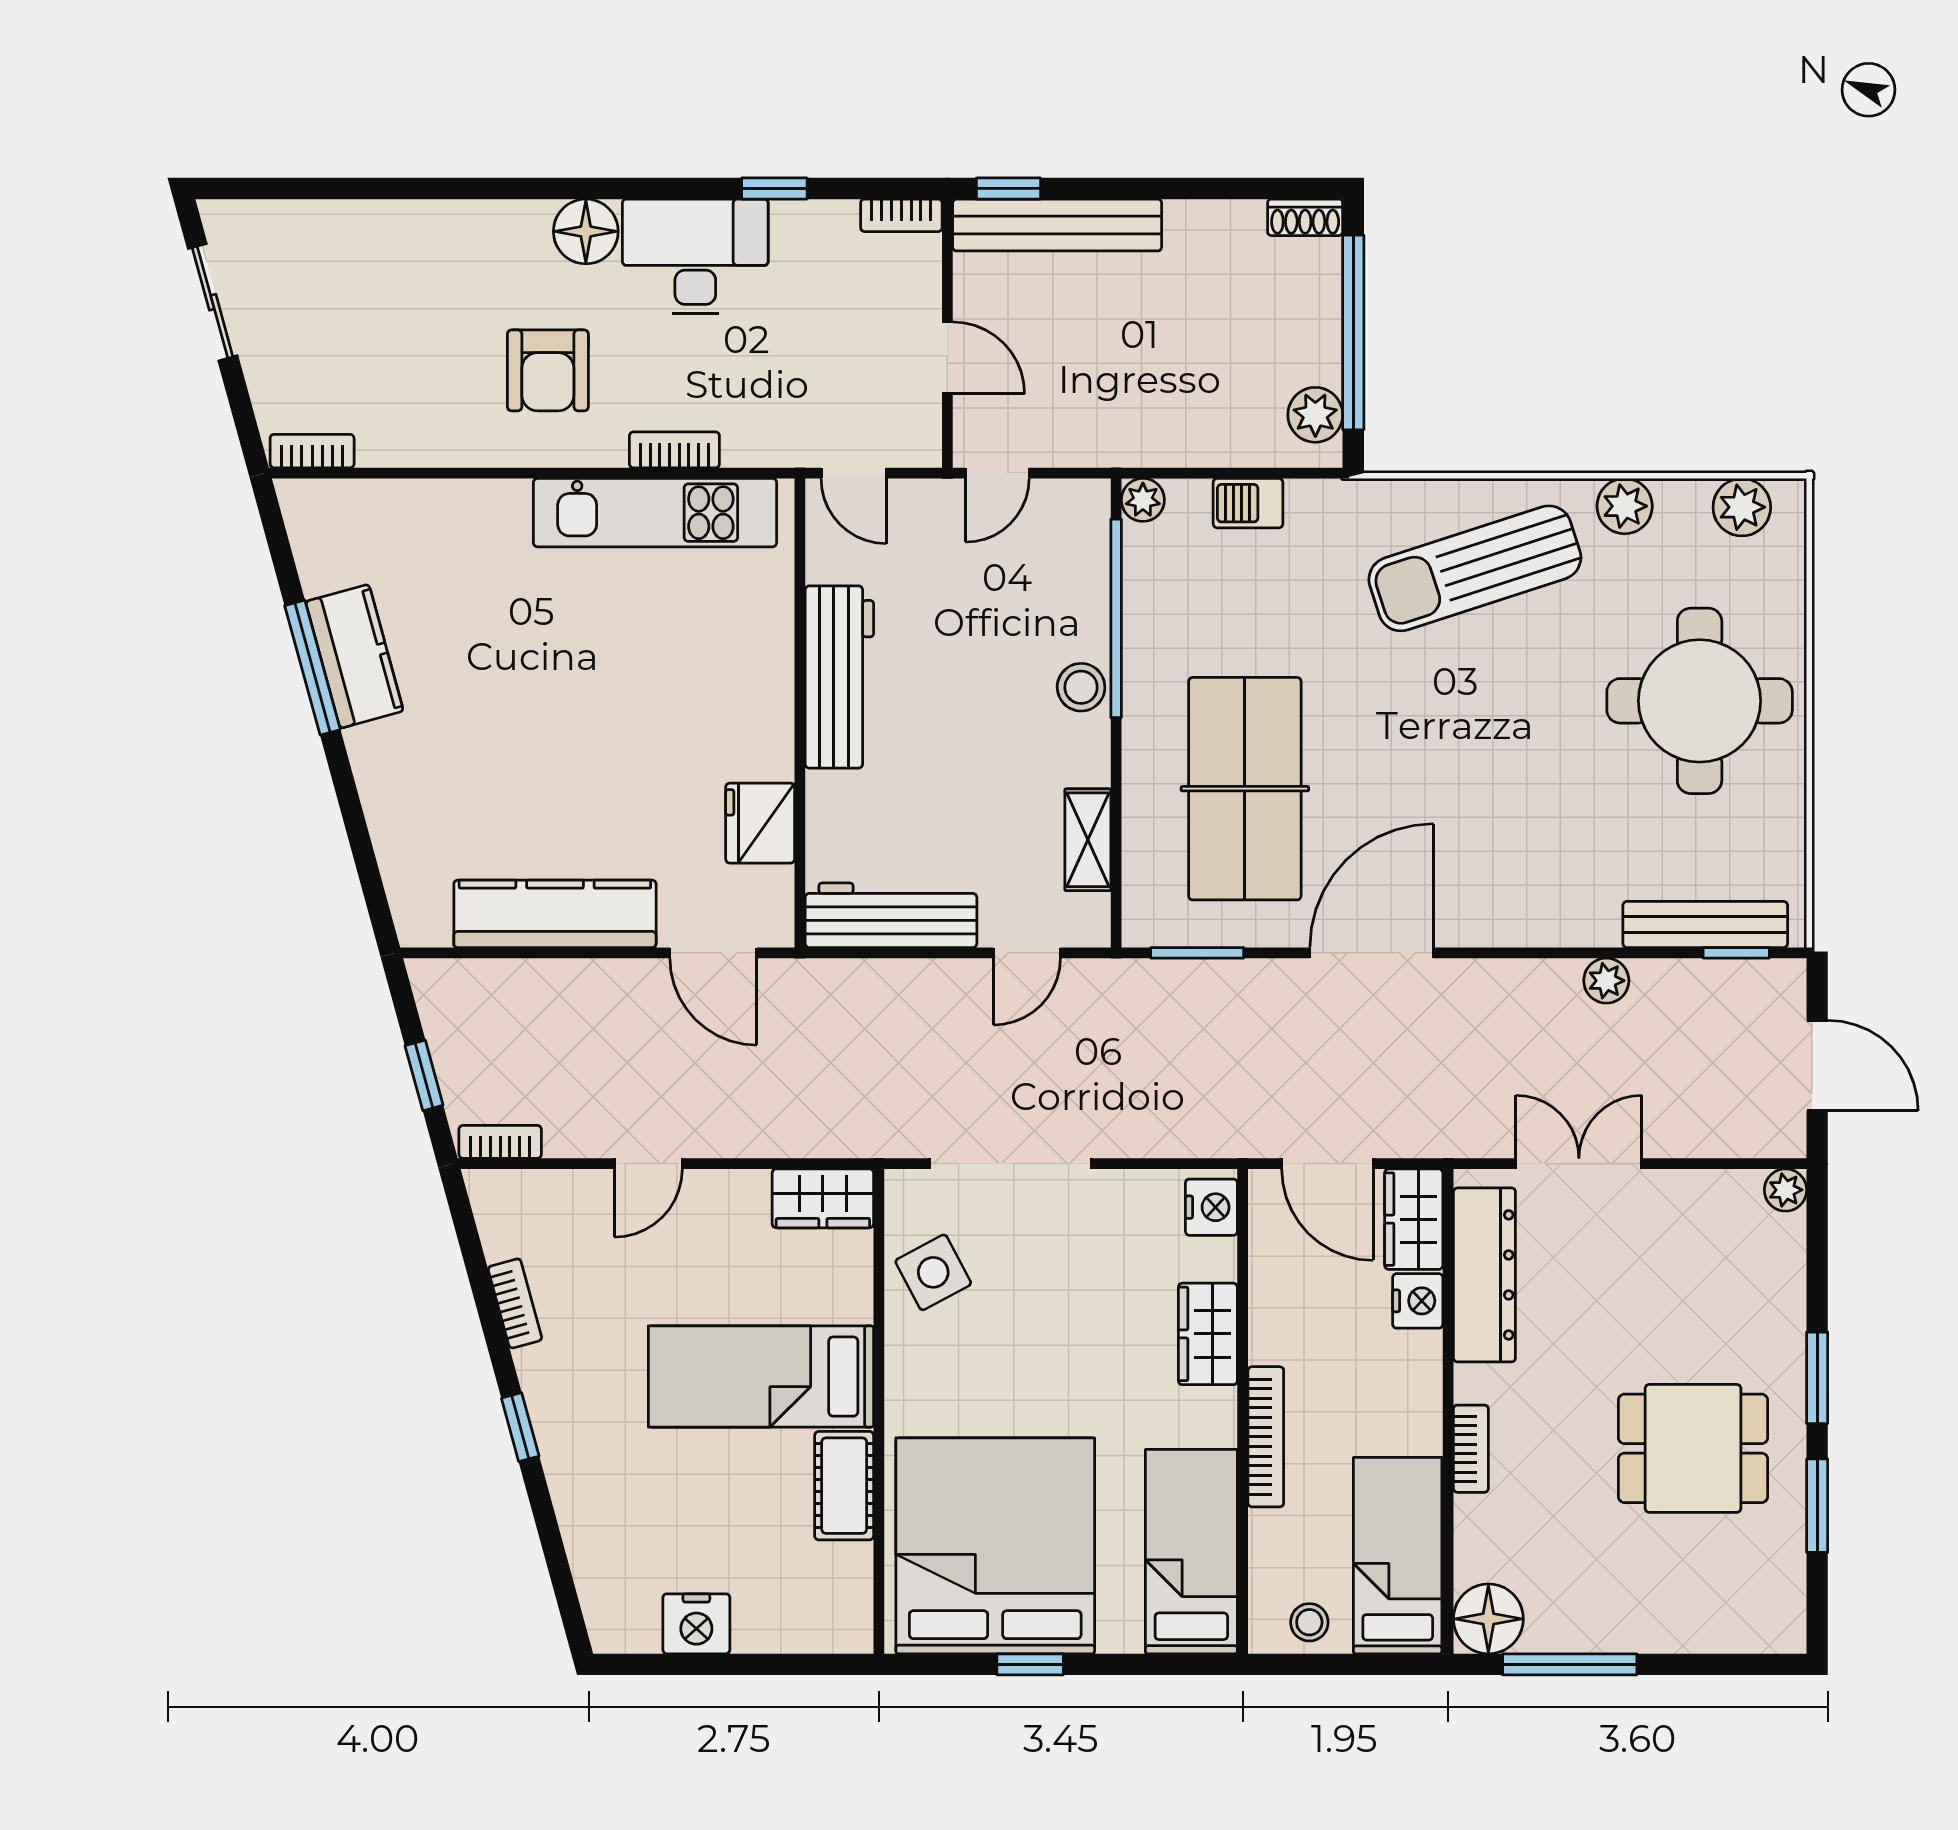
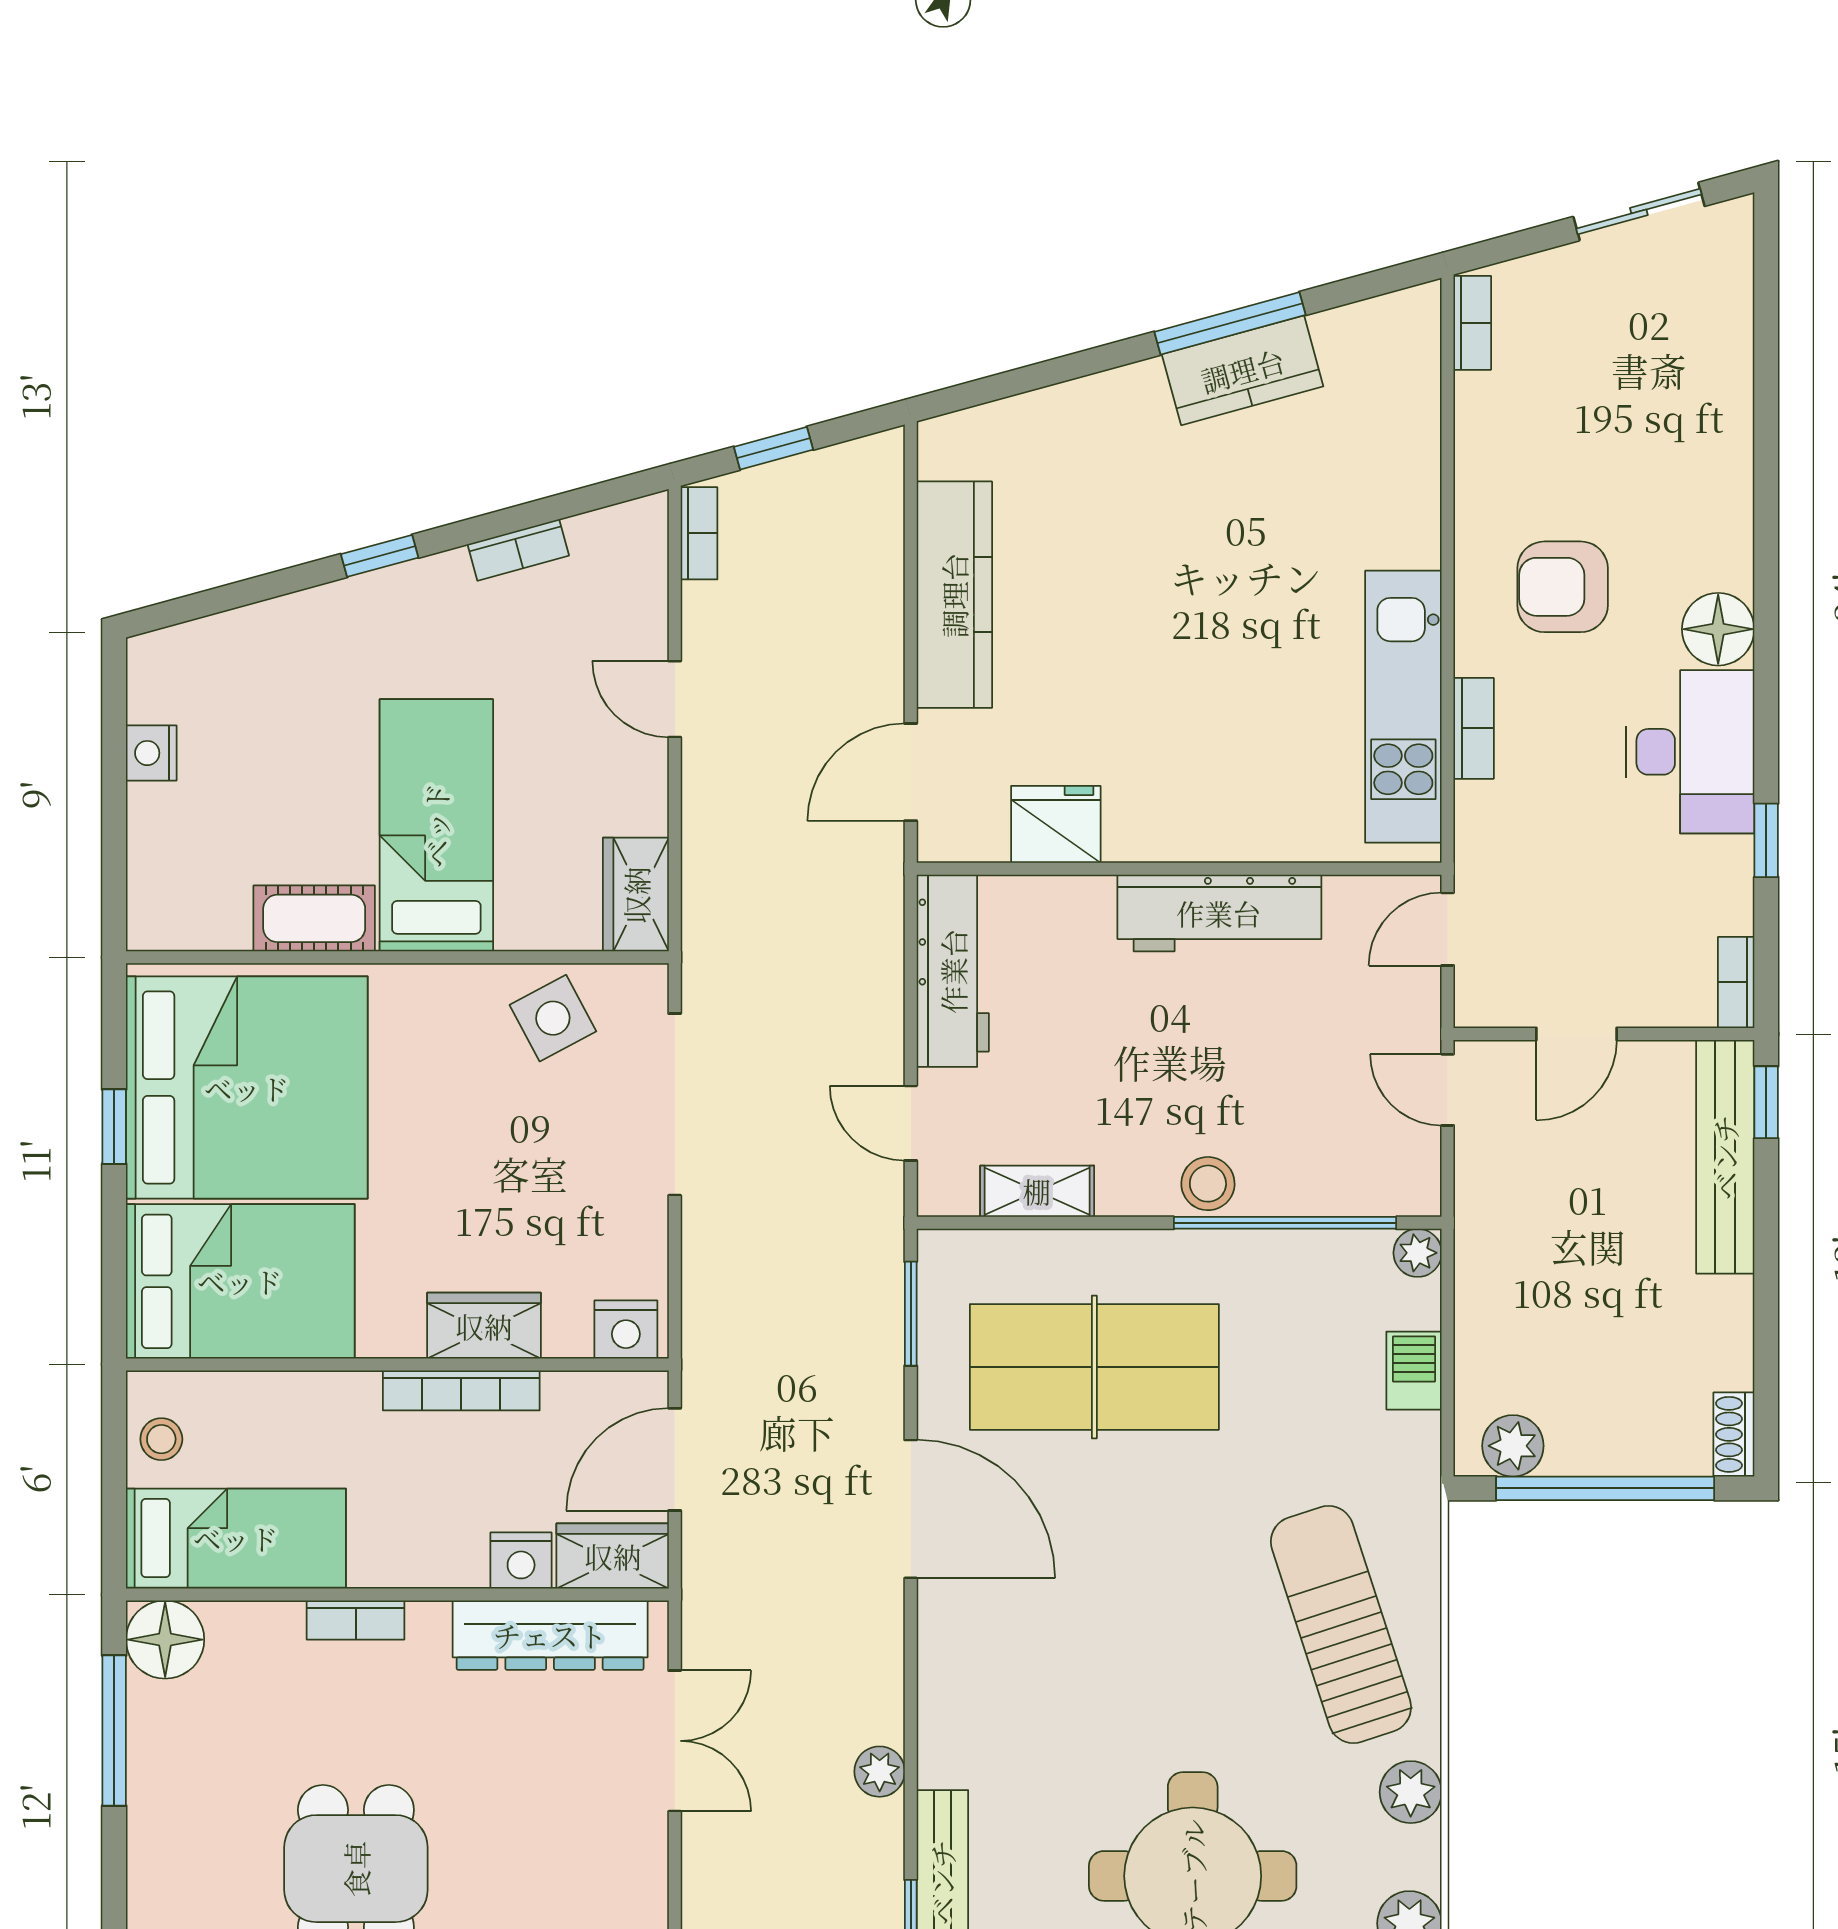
bookcase: (1266, 1437) -> (461, 1390), moved
bed: (1191, 1552) -> (240, 1281), width x1.50
nightstand: (696, 1624) -> (151, 753), width x0.74, depth x0.75

